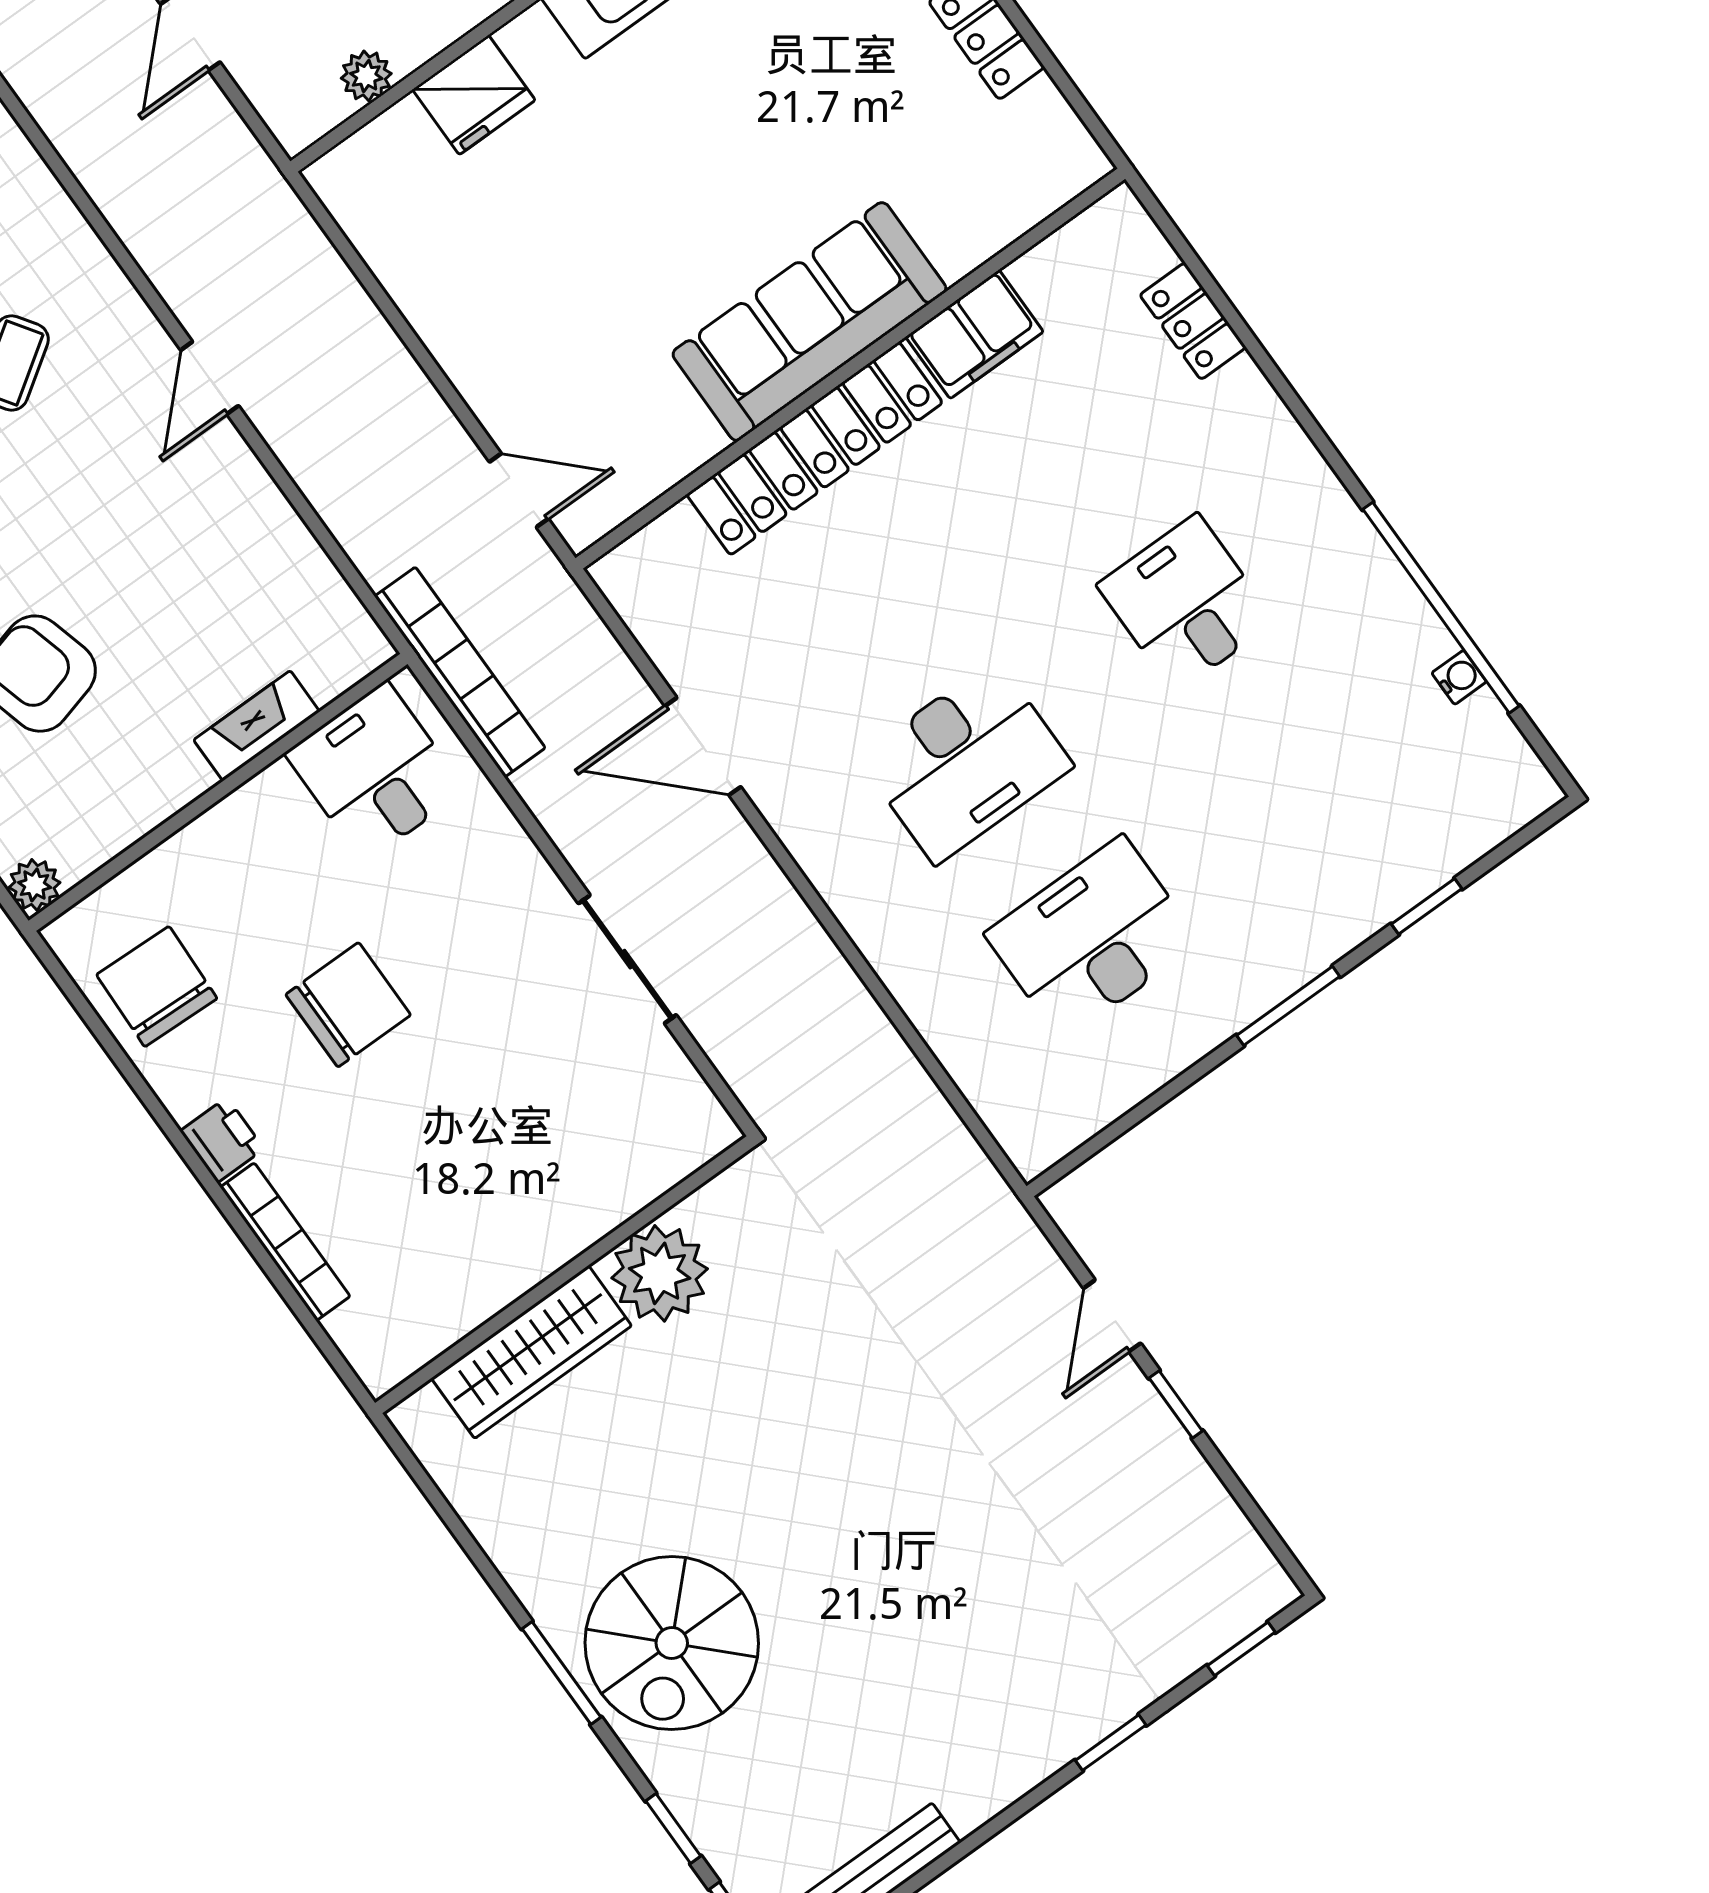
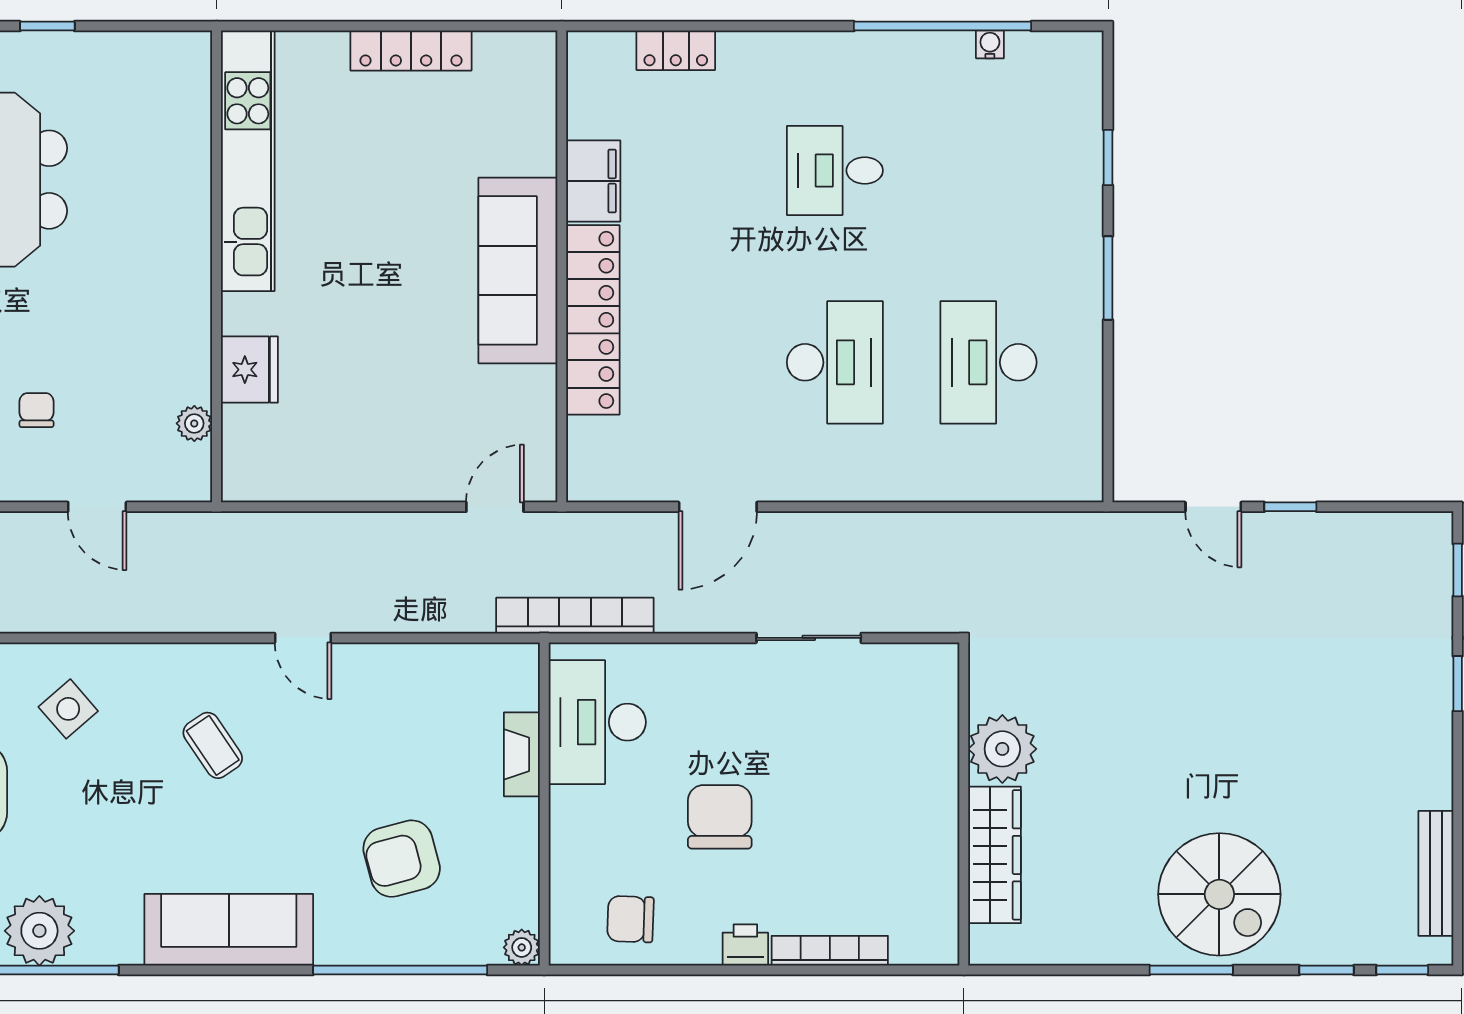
desk: (375, 772) -> (597, 722), width x1.37
chair: (157, 987) -> (630, 919), width x0.73, depth x0.73

